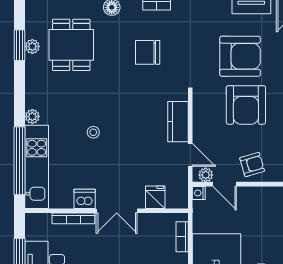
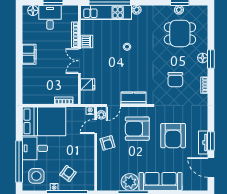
chair: (148, 52) -> (175, 80), turned 180
armchair: (246, 105) -> (137, 129), moved

